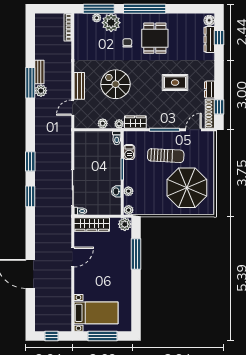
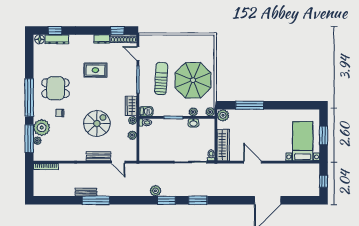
rug: (175, 83) -> (95, 70), turned 90
spiral stairs: (116, 84) -> (97, 124), turned 180
plant: (41, 91) -> (155, 191), moved
barbecue: (129, 152) -> (146, 111), moved
parasol: (187, 188) -> (193, 80), moved
window: (102, 336) -> (323, 135), width x0.69

